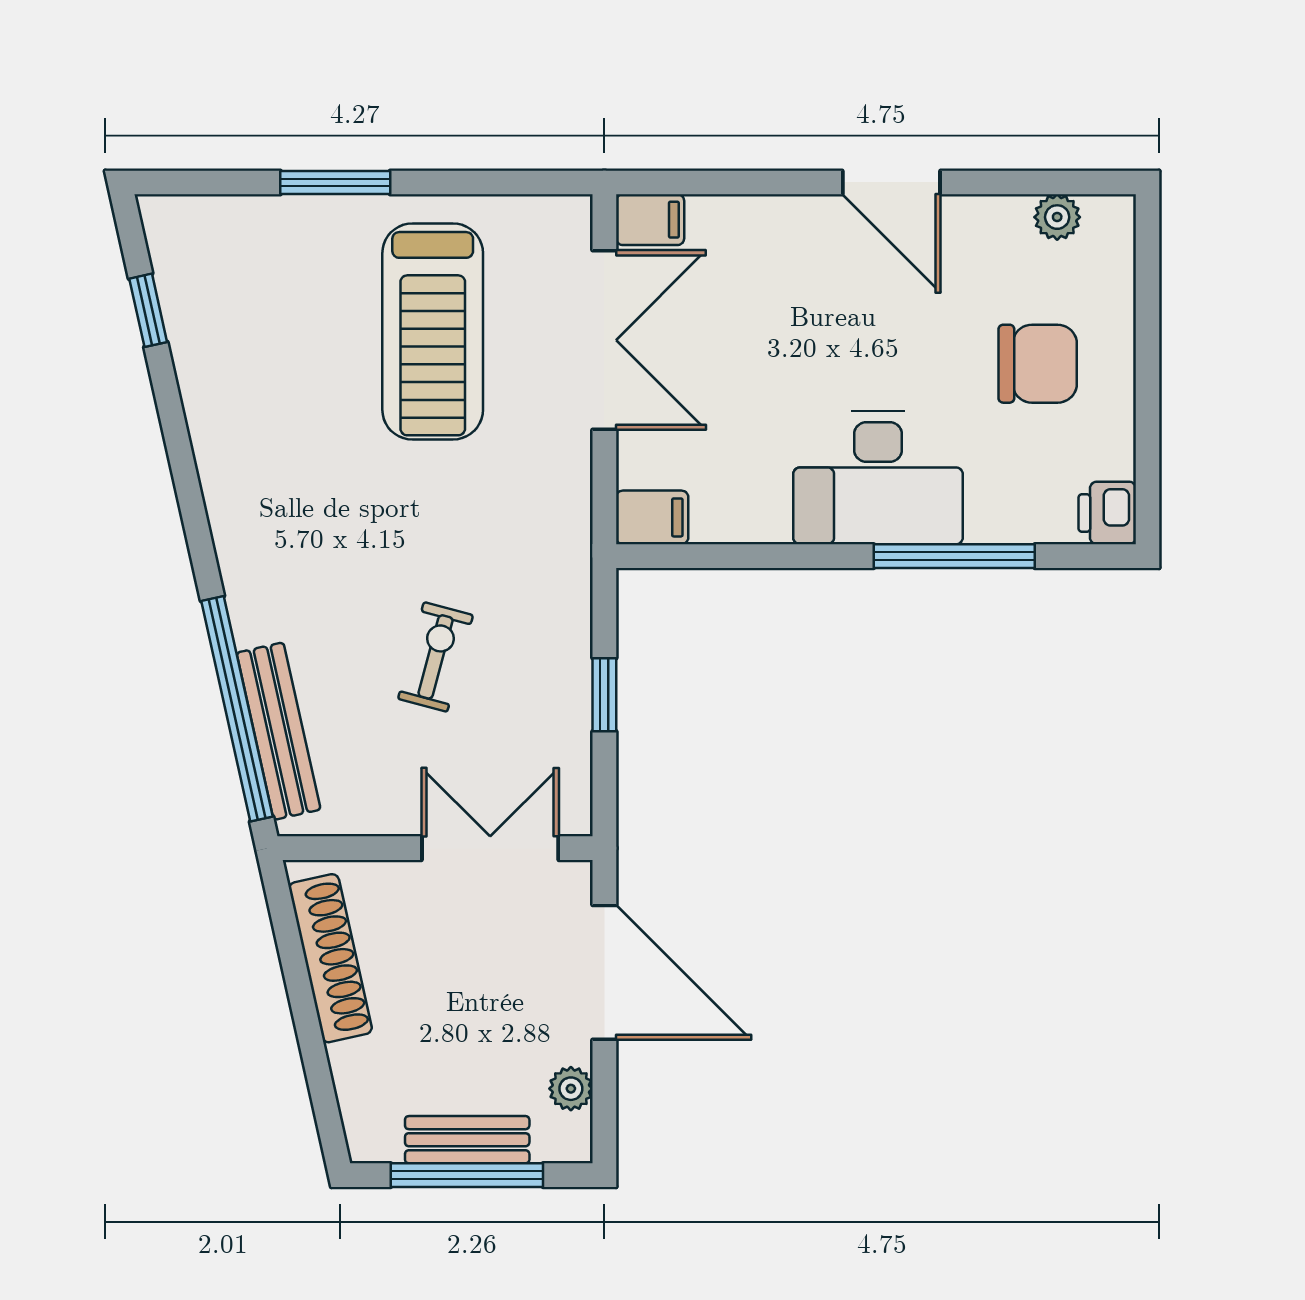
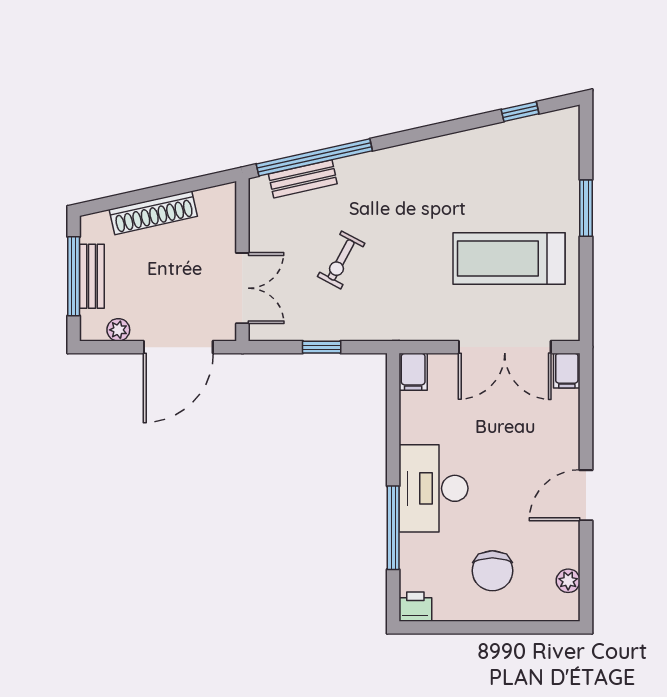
exercise bike: (436, 657) -> (341, 260), turned 103
bench: (279, 731) -> (303, 179), width x0.73
shoe rack: (330, 958) -> (153, 213), moved

